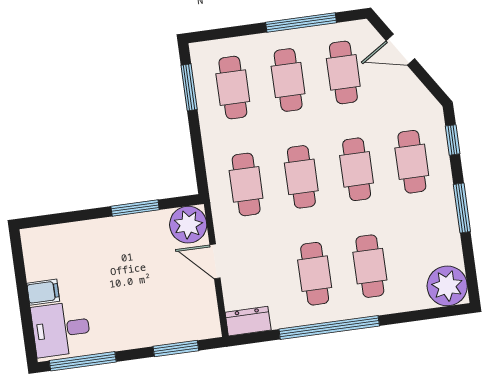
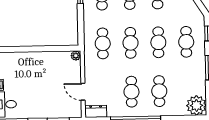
window: (135, 208) -> (46, 49), removed
plant: (188, 225) -> (76, 56), width x0.53, depth x0.53
door: (215, 261) -> (83, 92), moved

